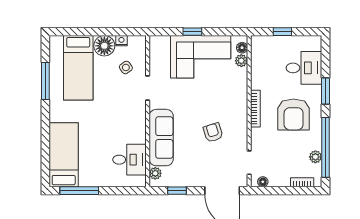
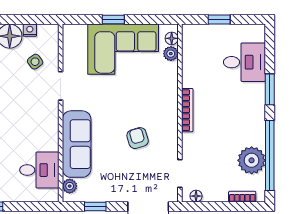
armchair: (294, 114) -> (232, 117), removed
plant: (315, 157) -> (252, 160), width x1.88, depth x1.88

